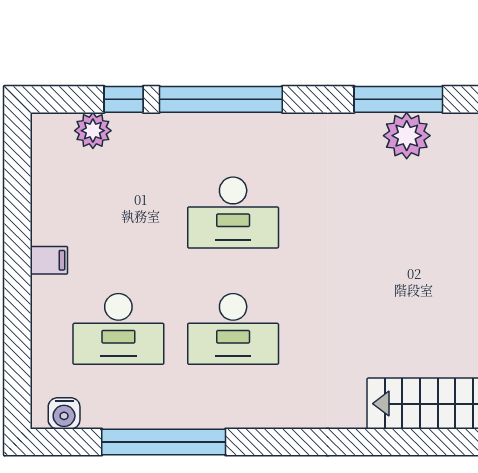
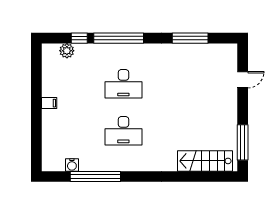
plant: (407, 136) -> (194, 53), removed
desk: (118, 329) -> (77, 131), removed
water cooler: (64, 413) -> (72, 165), moved

